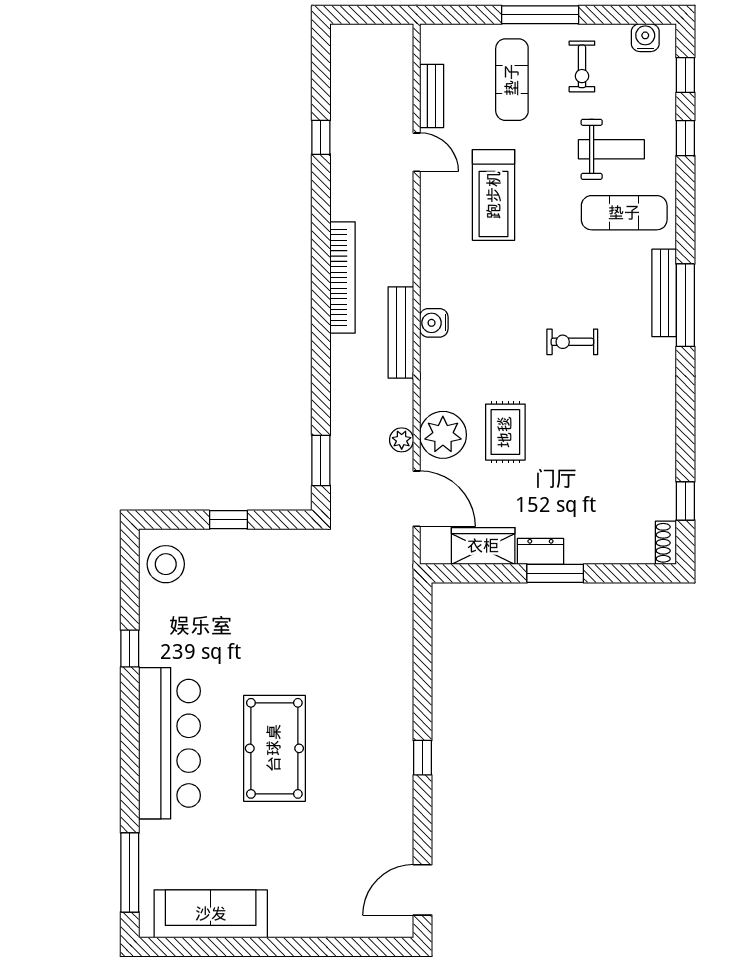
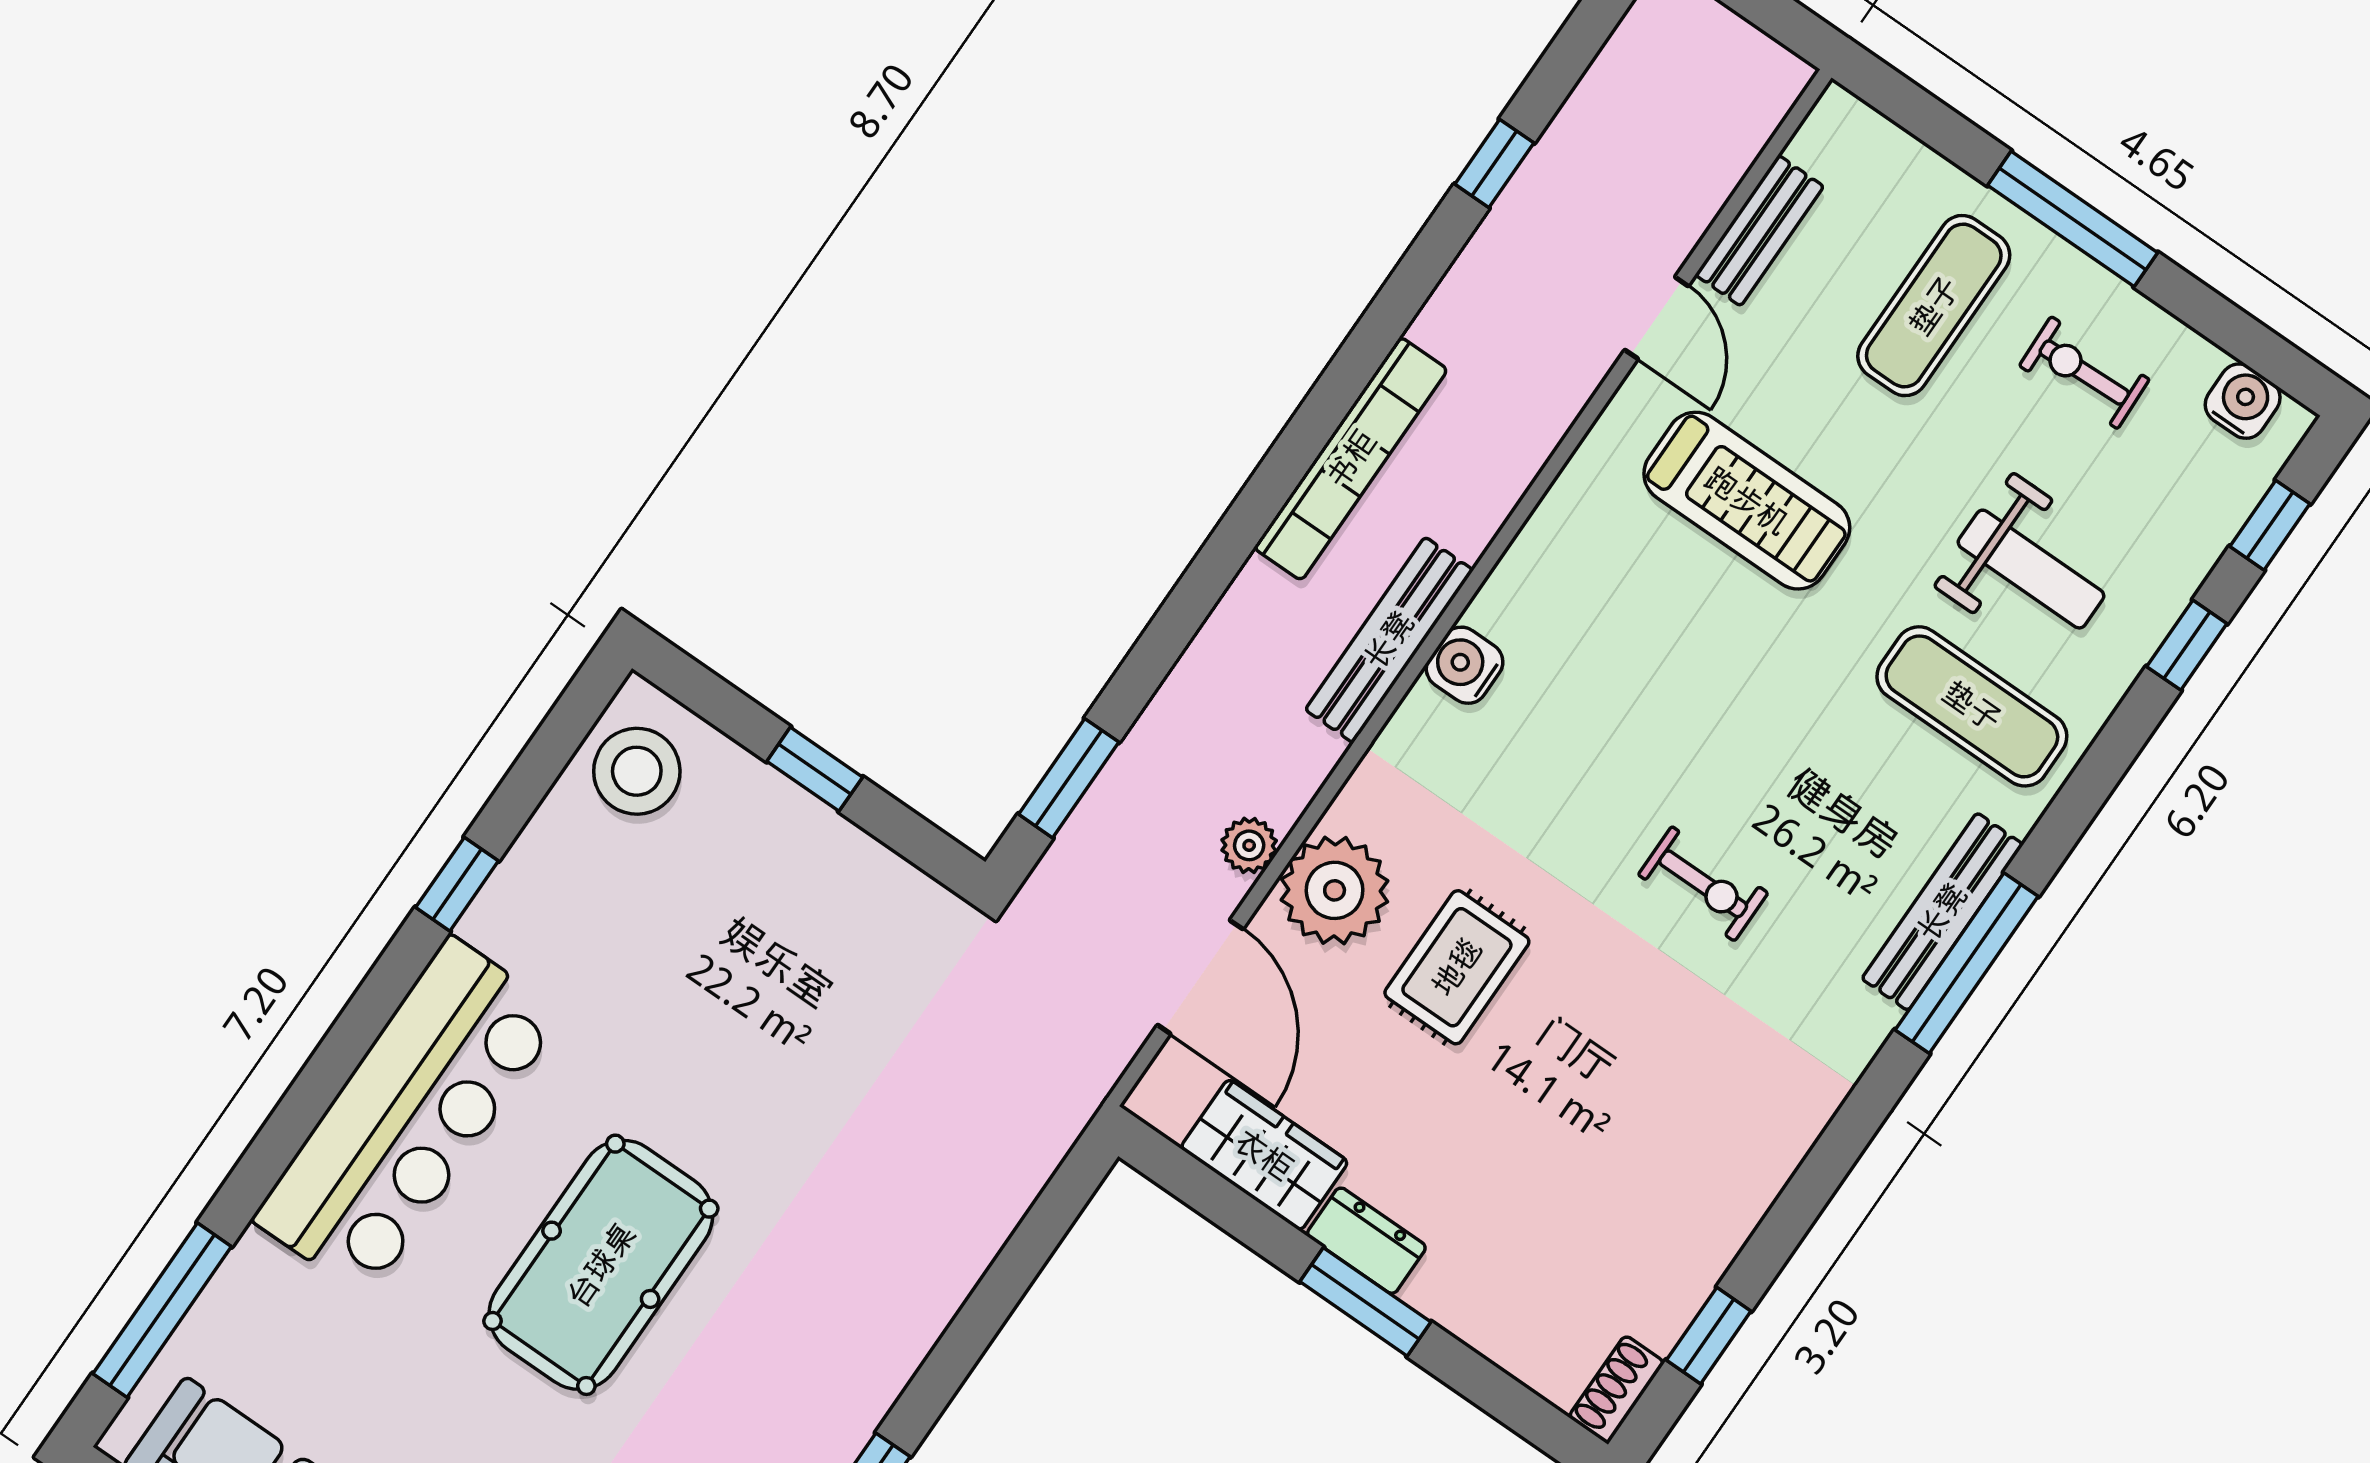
exercise bike: (582, 66) -> (2084, 373), turned 88
treadmill: (494, 195) -> (1747, 501), turned -90
exercise bike: (572, 342) -> (1703, 884), turned 180

